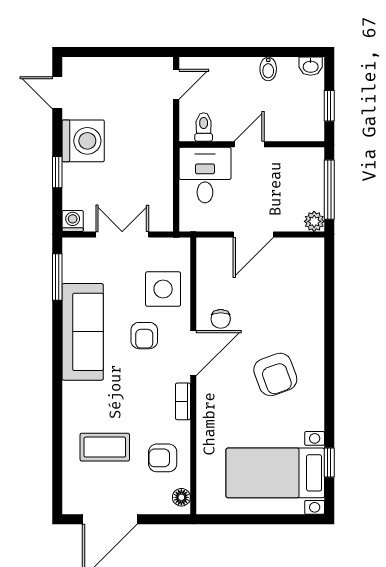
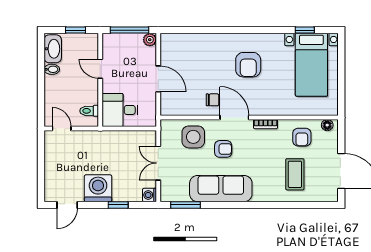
washbasin: (311, 66) -> (53, 49), width x1.91, depth x1.45
door: (249, 144) -> (100, 69), moved
armchair: (275, 374) -> (248, 65), turned 110

